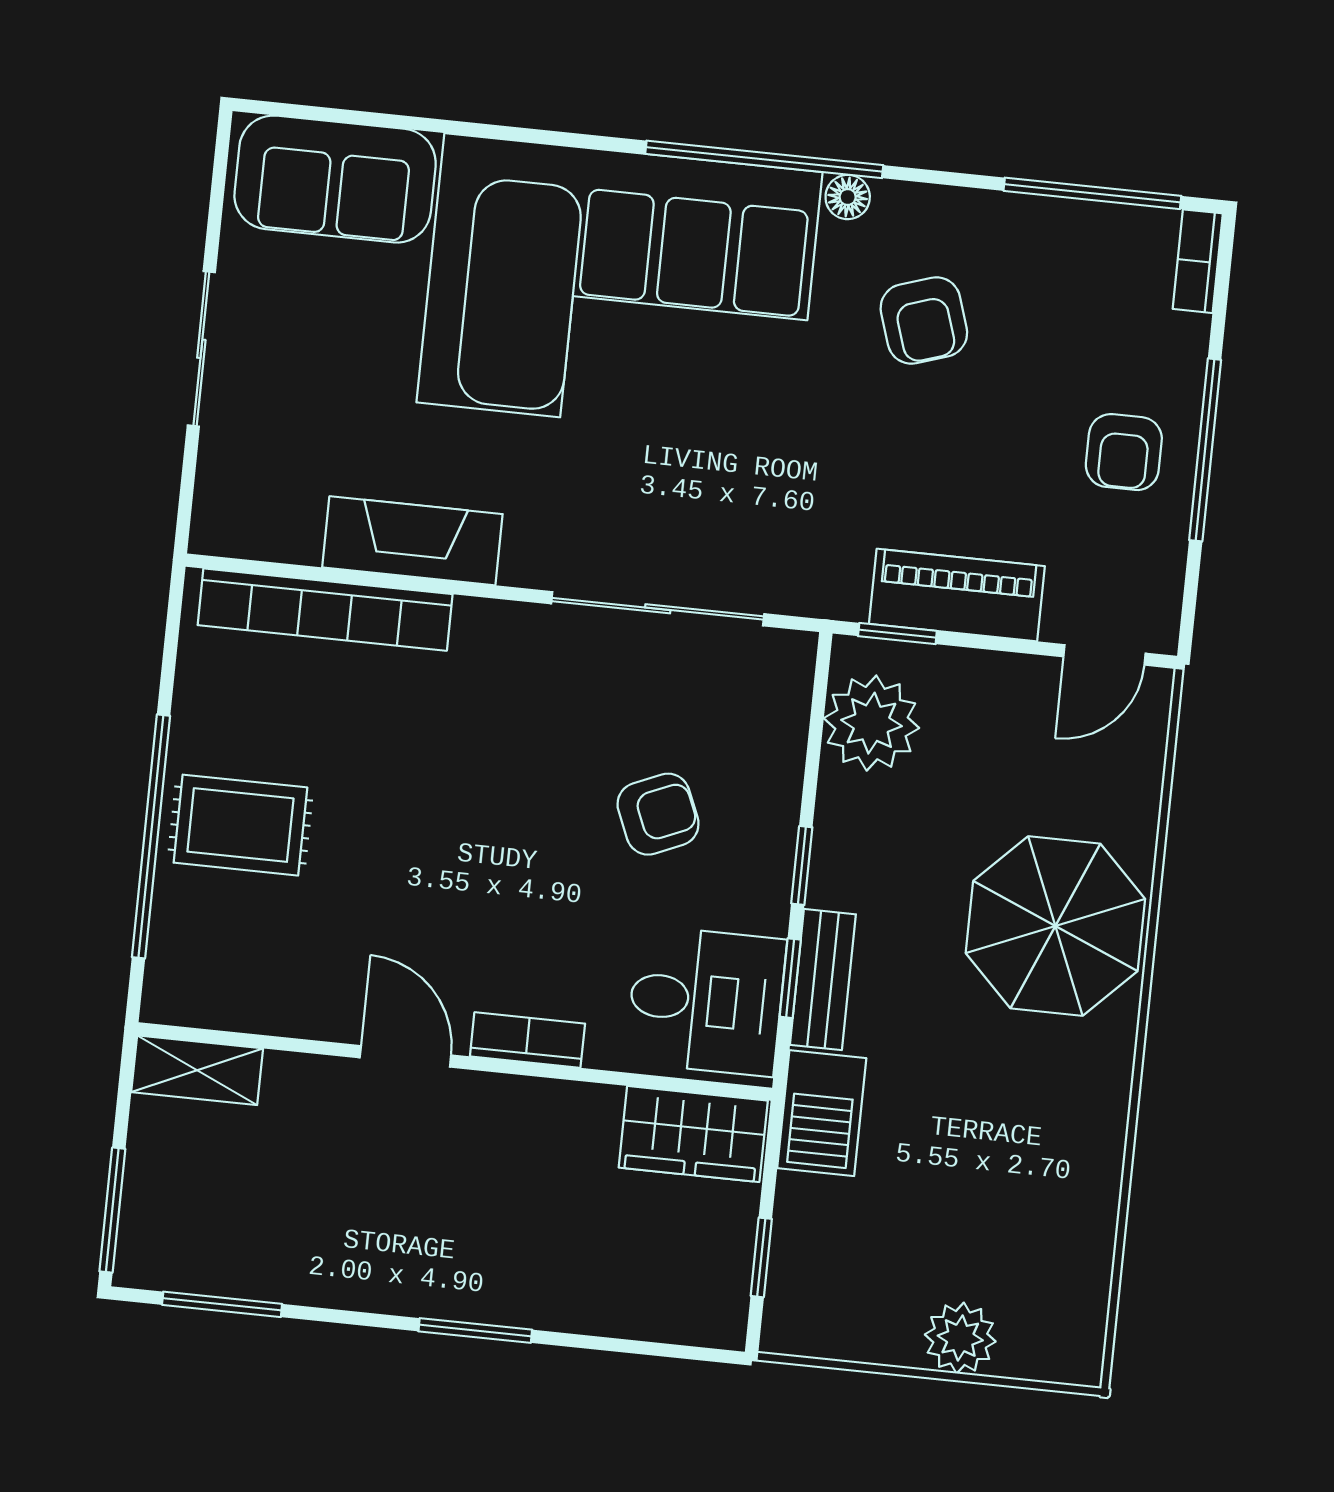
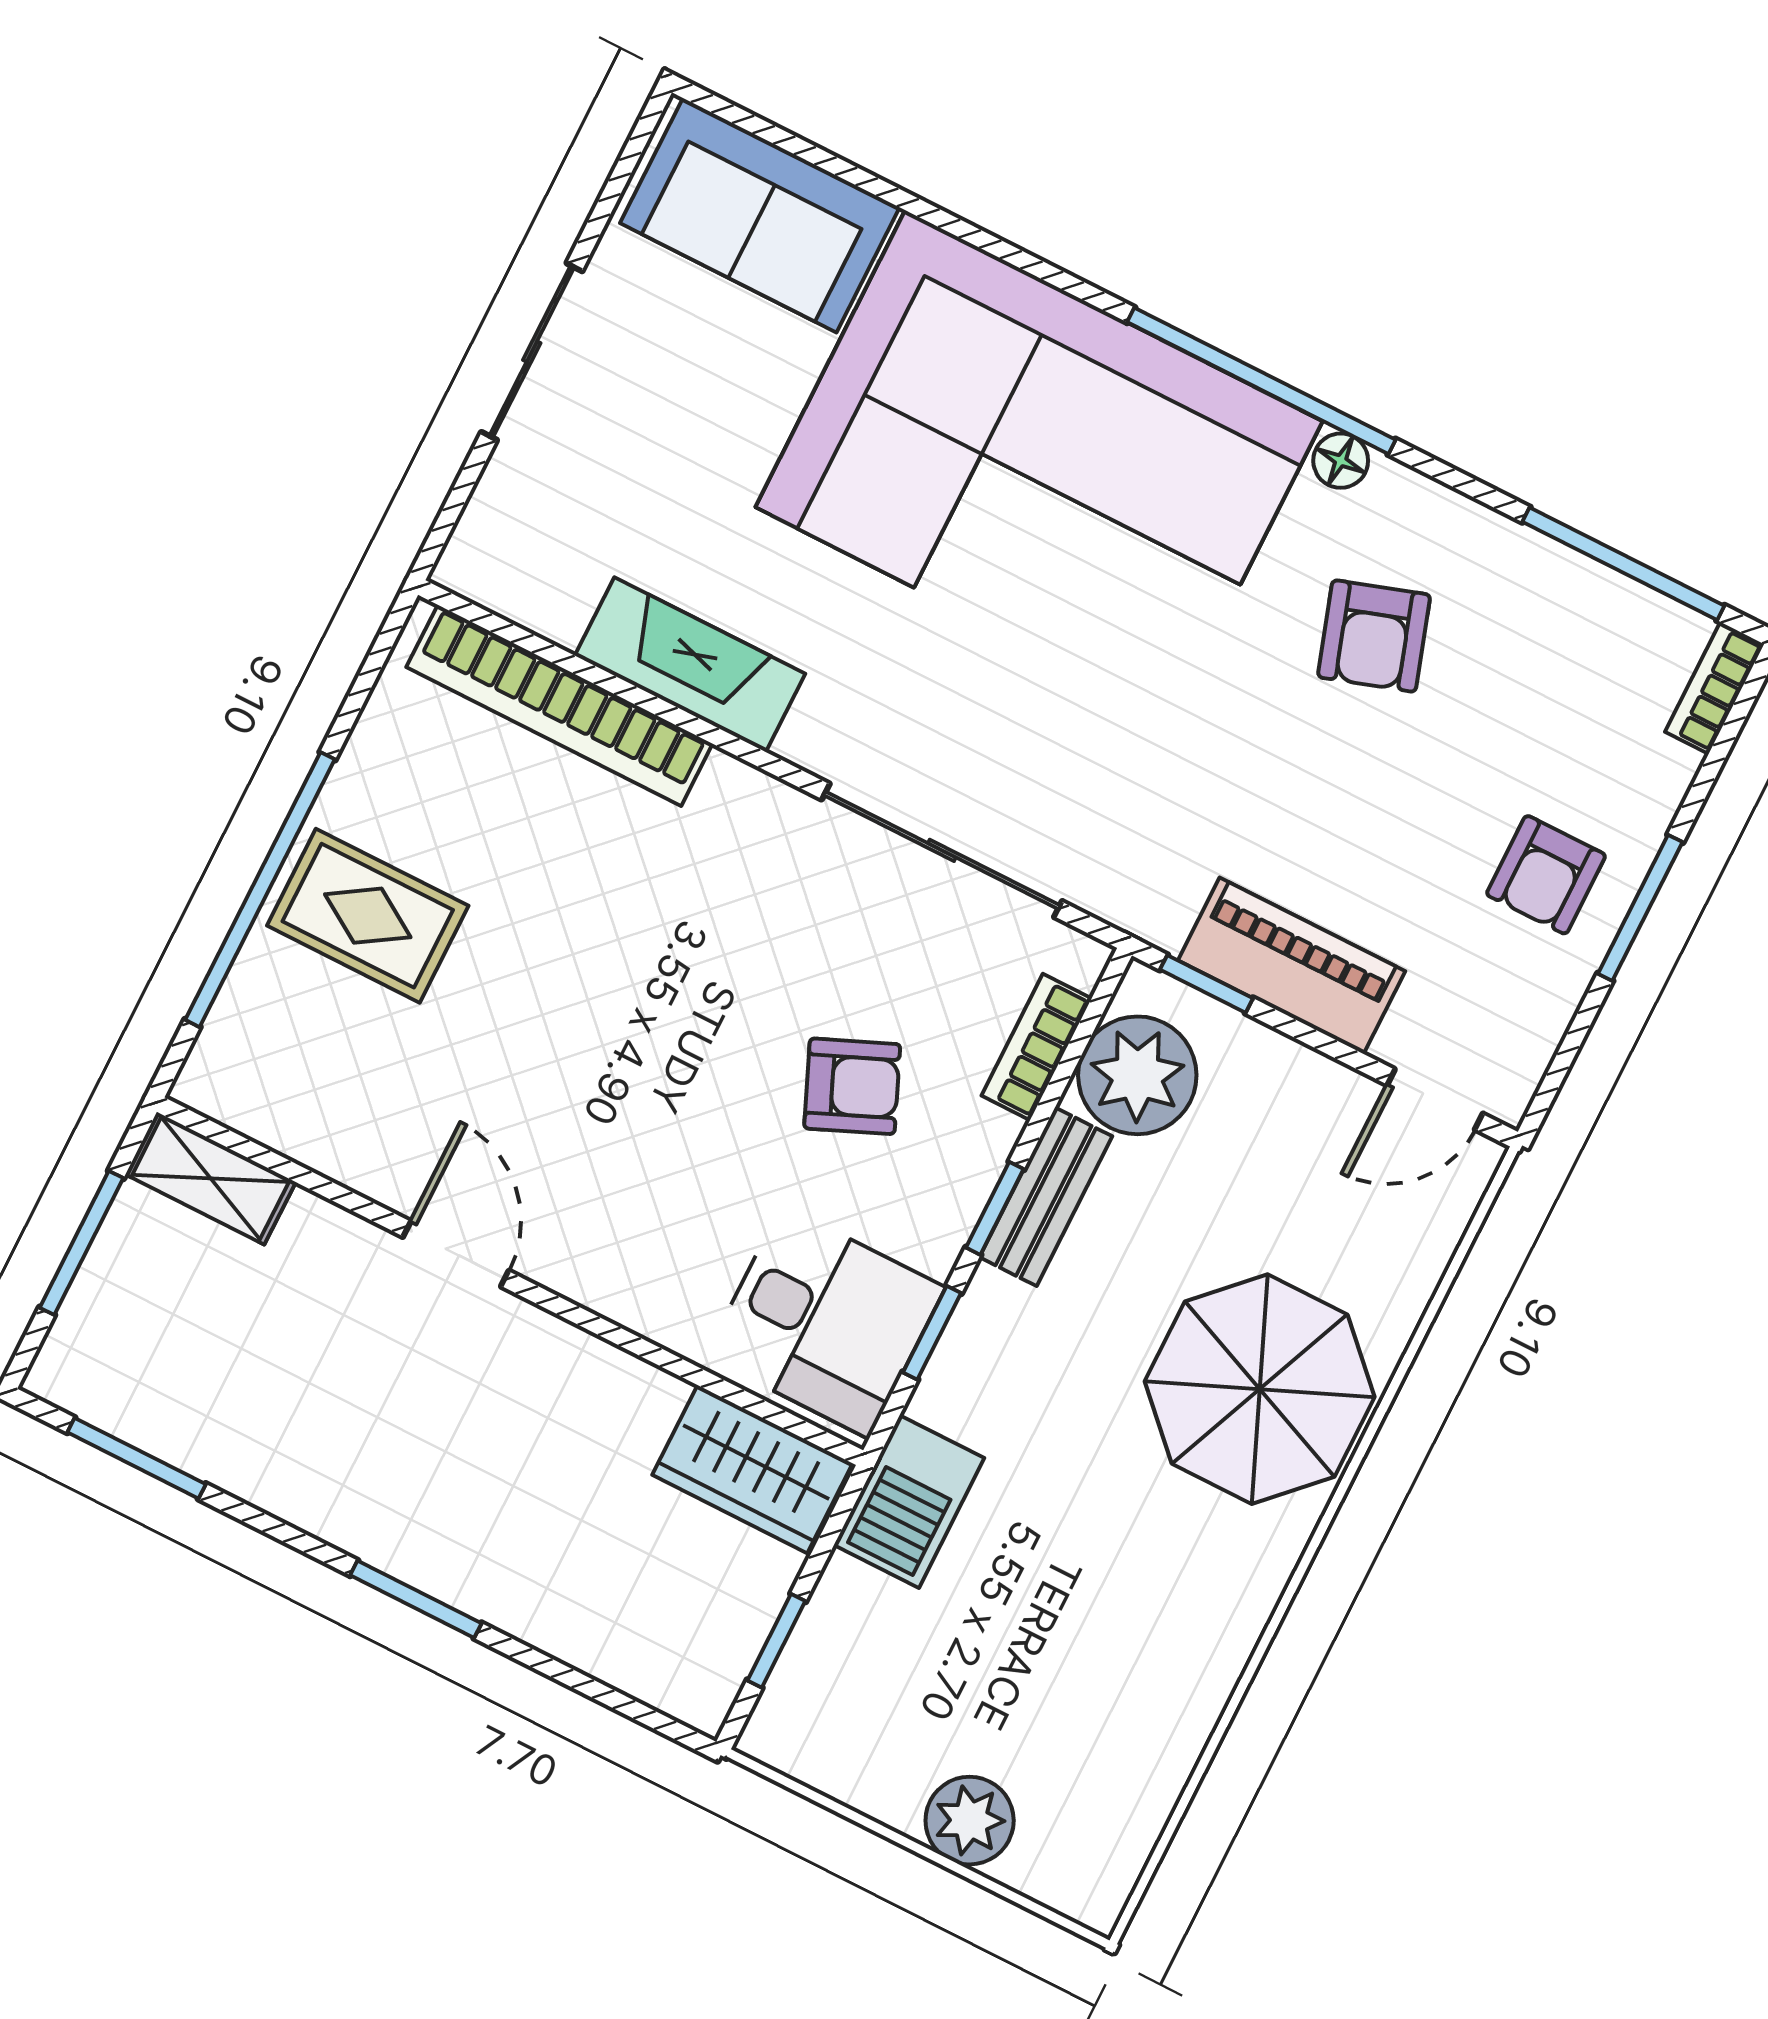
window: (1205, 450) -> (1640, 908), width x0.69
bench: (823, 980) -> (1046, 1197), moved
bookcase: (527, 1040) -> (1037, 1047), moved, turned -90
window: (112, 1210) -> (82, 1243), moved

